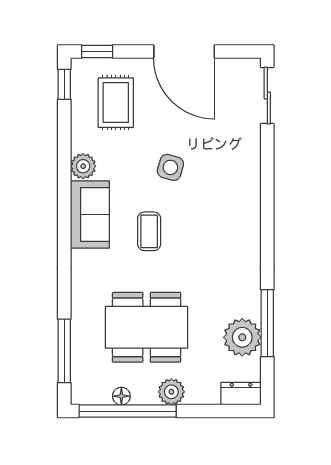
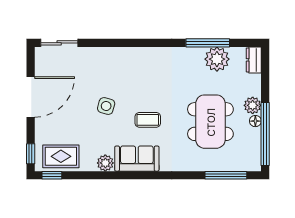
rug: (116, 103) -> (61, 156), moved
floor lamp: (121, 396) -> (255, 121), moved

